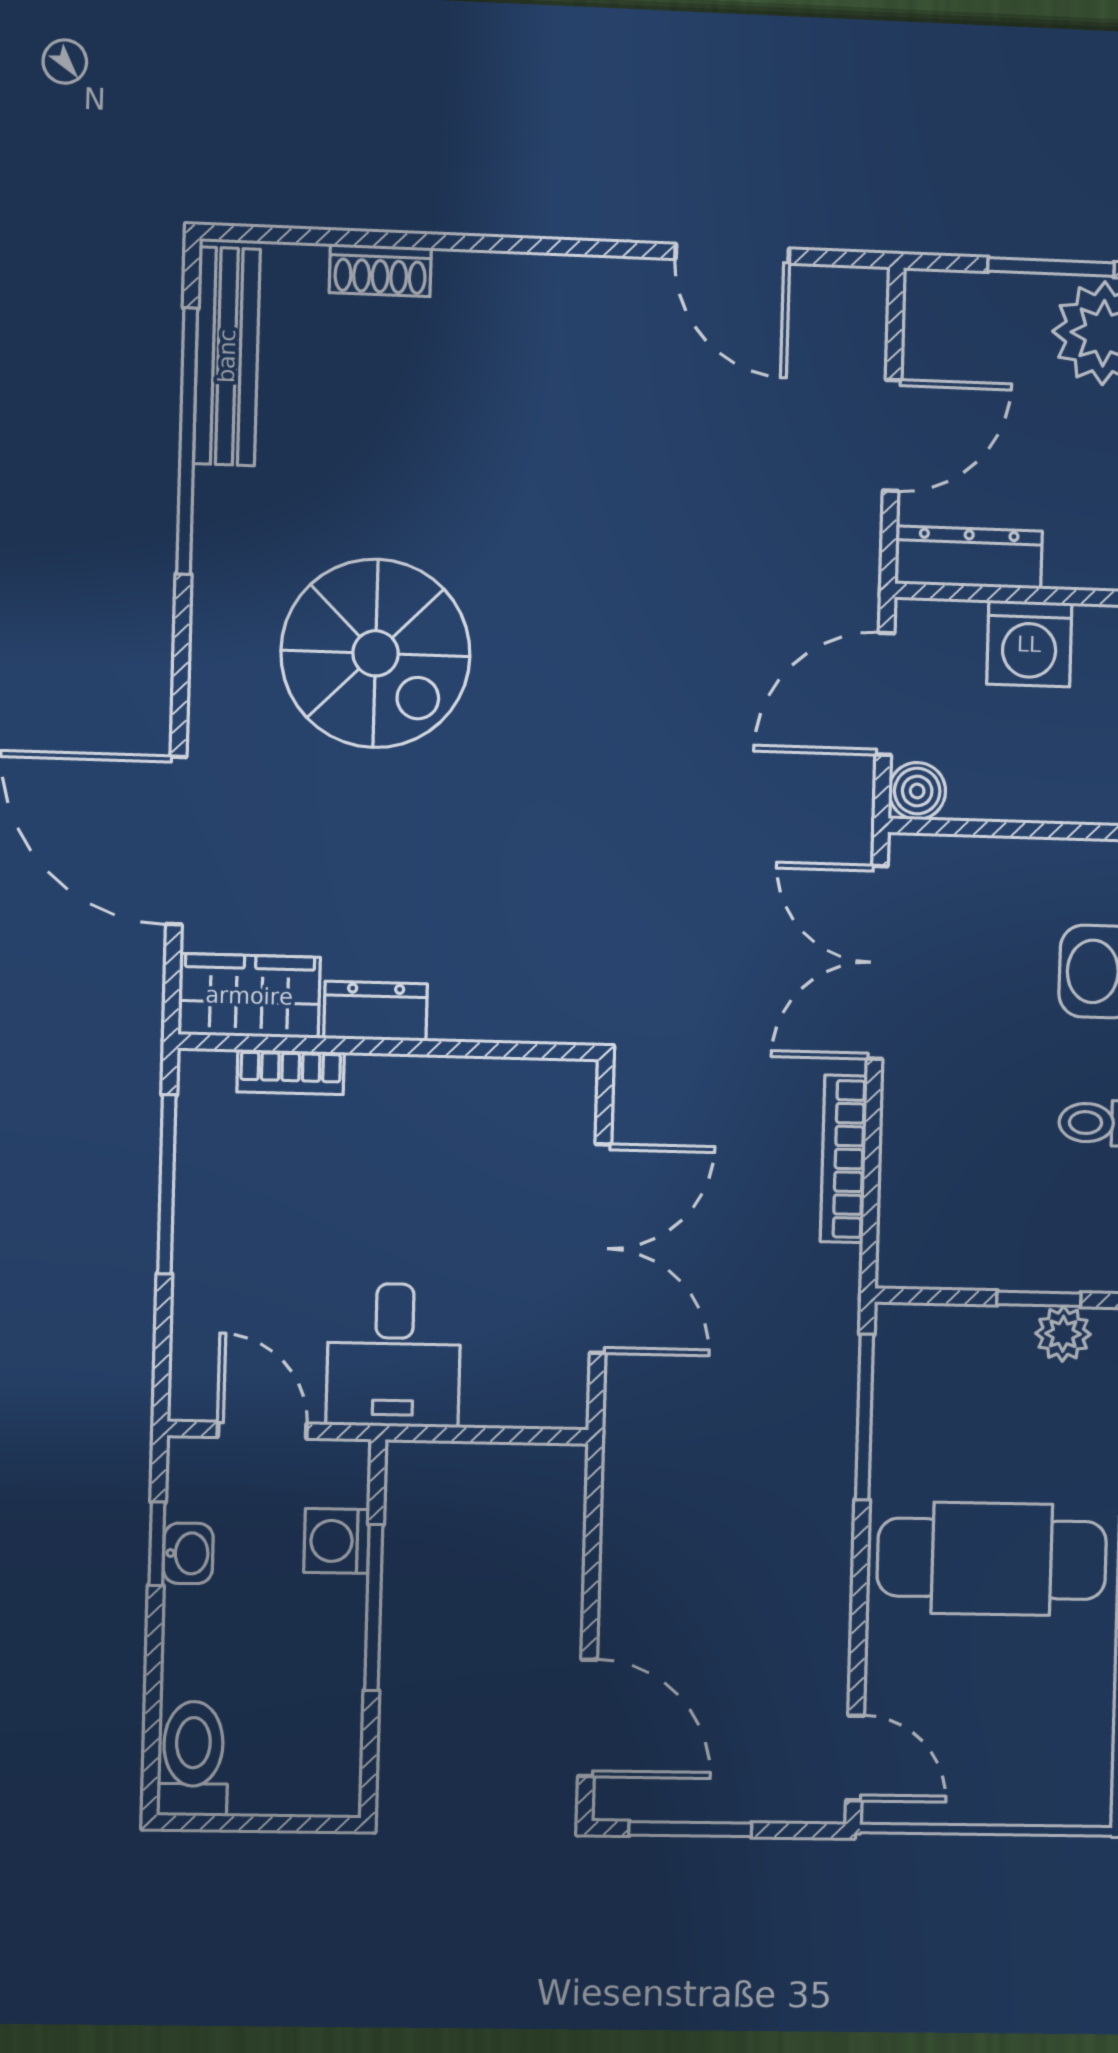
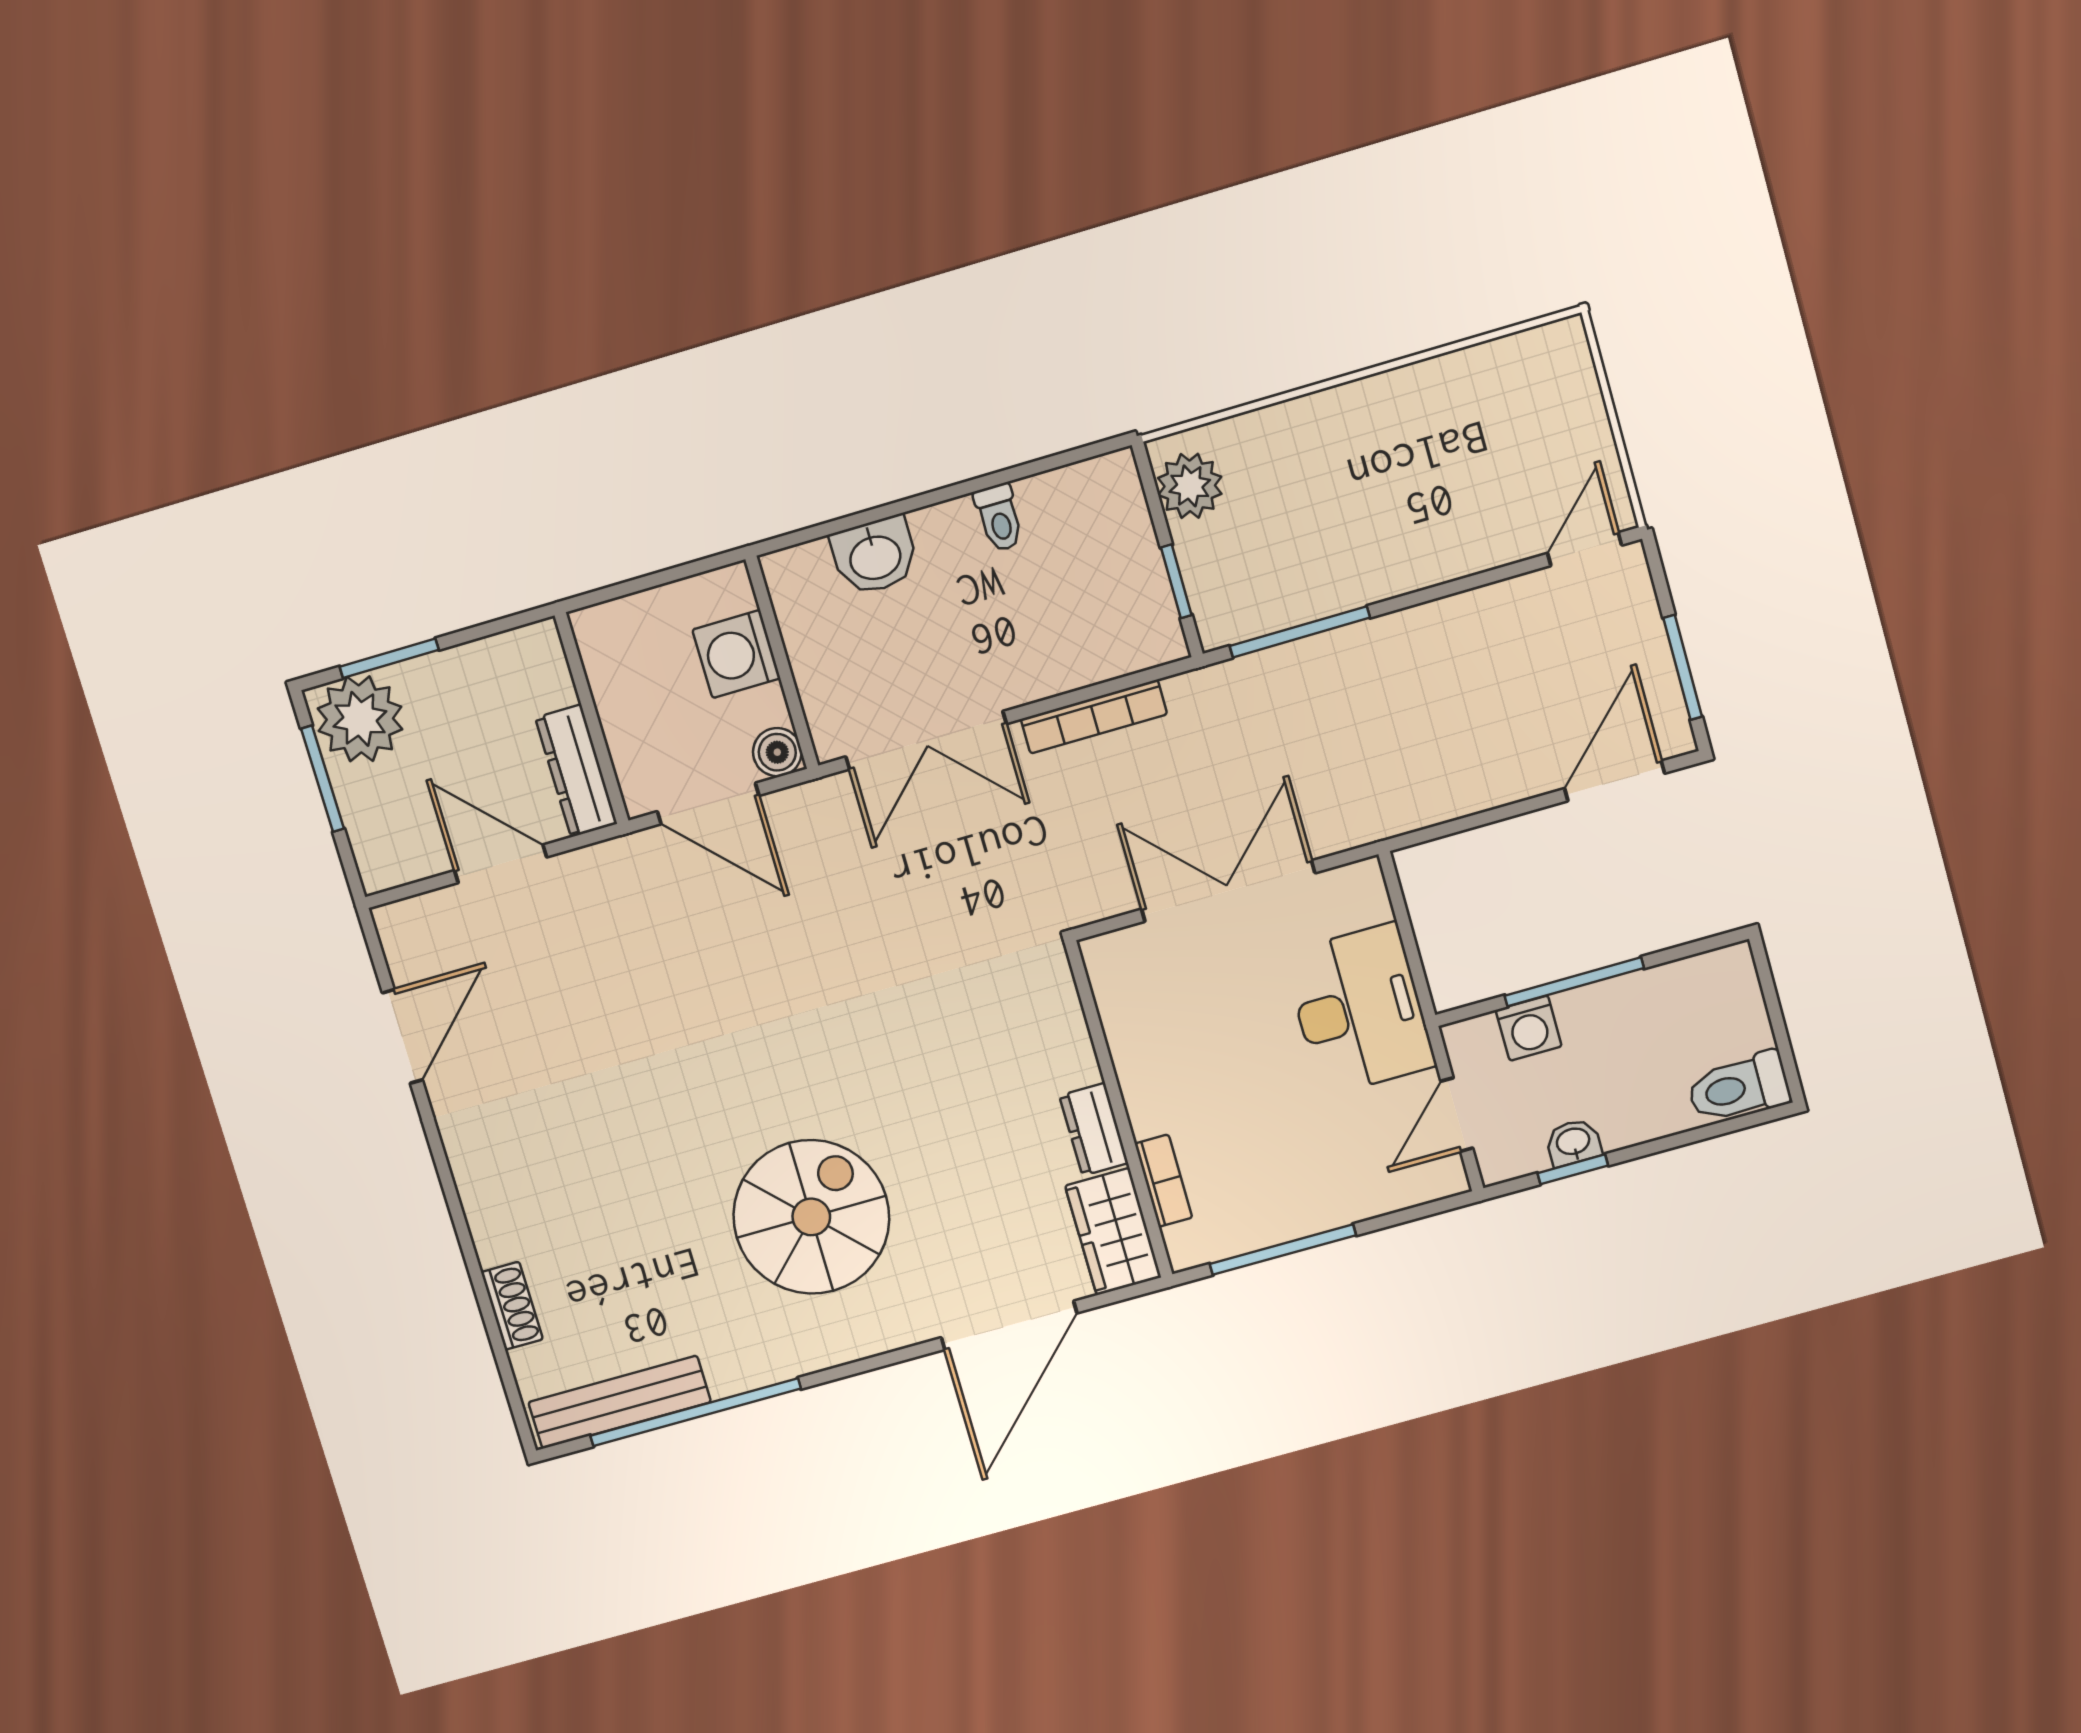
washing machine: (1029, 644) -> (736, 654), moved, turned 180
window: (1039, 1299) -> (1176, 581), moved
plant: (1063, 1334) -> (1190, 486), width x1.38, depth x1.38
desk: (394, 1355) -> (1359, 1010), width x1.37
cafe table: (992, 1559) -> (1385, 488), removed

